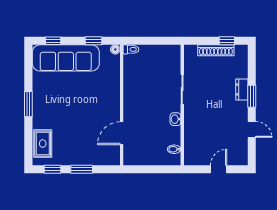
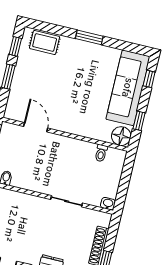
floor lamp: (115, 49) -> (121, 136), width x1.89, depth x1.89
toilet: (131, 49) -> (101, 153), moved
washbasin: (175, 119) -> (108, 204), moved

